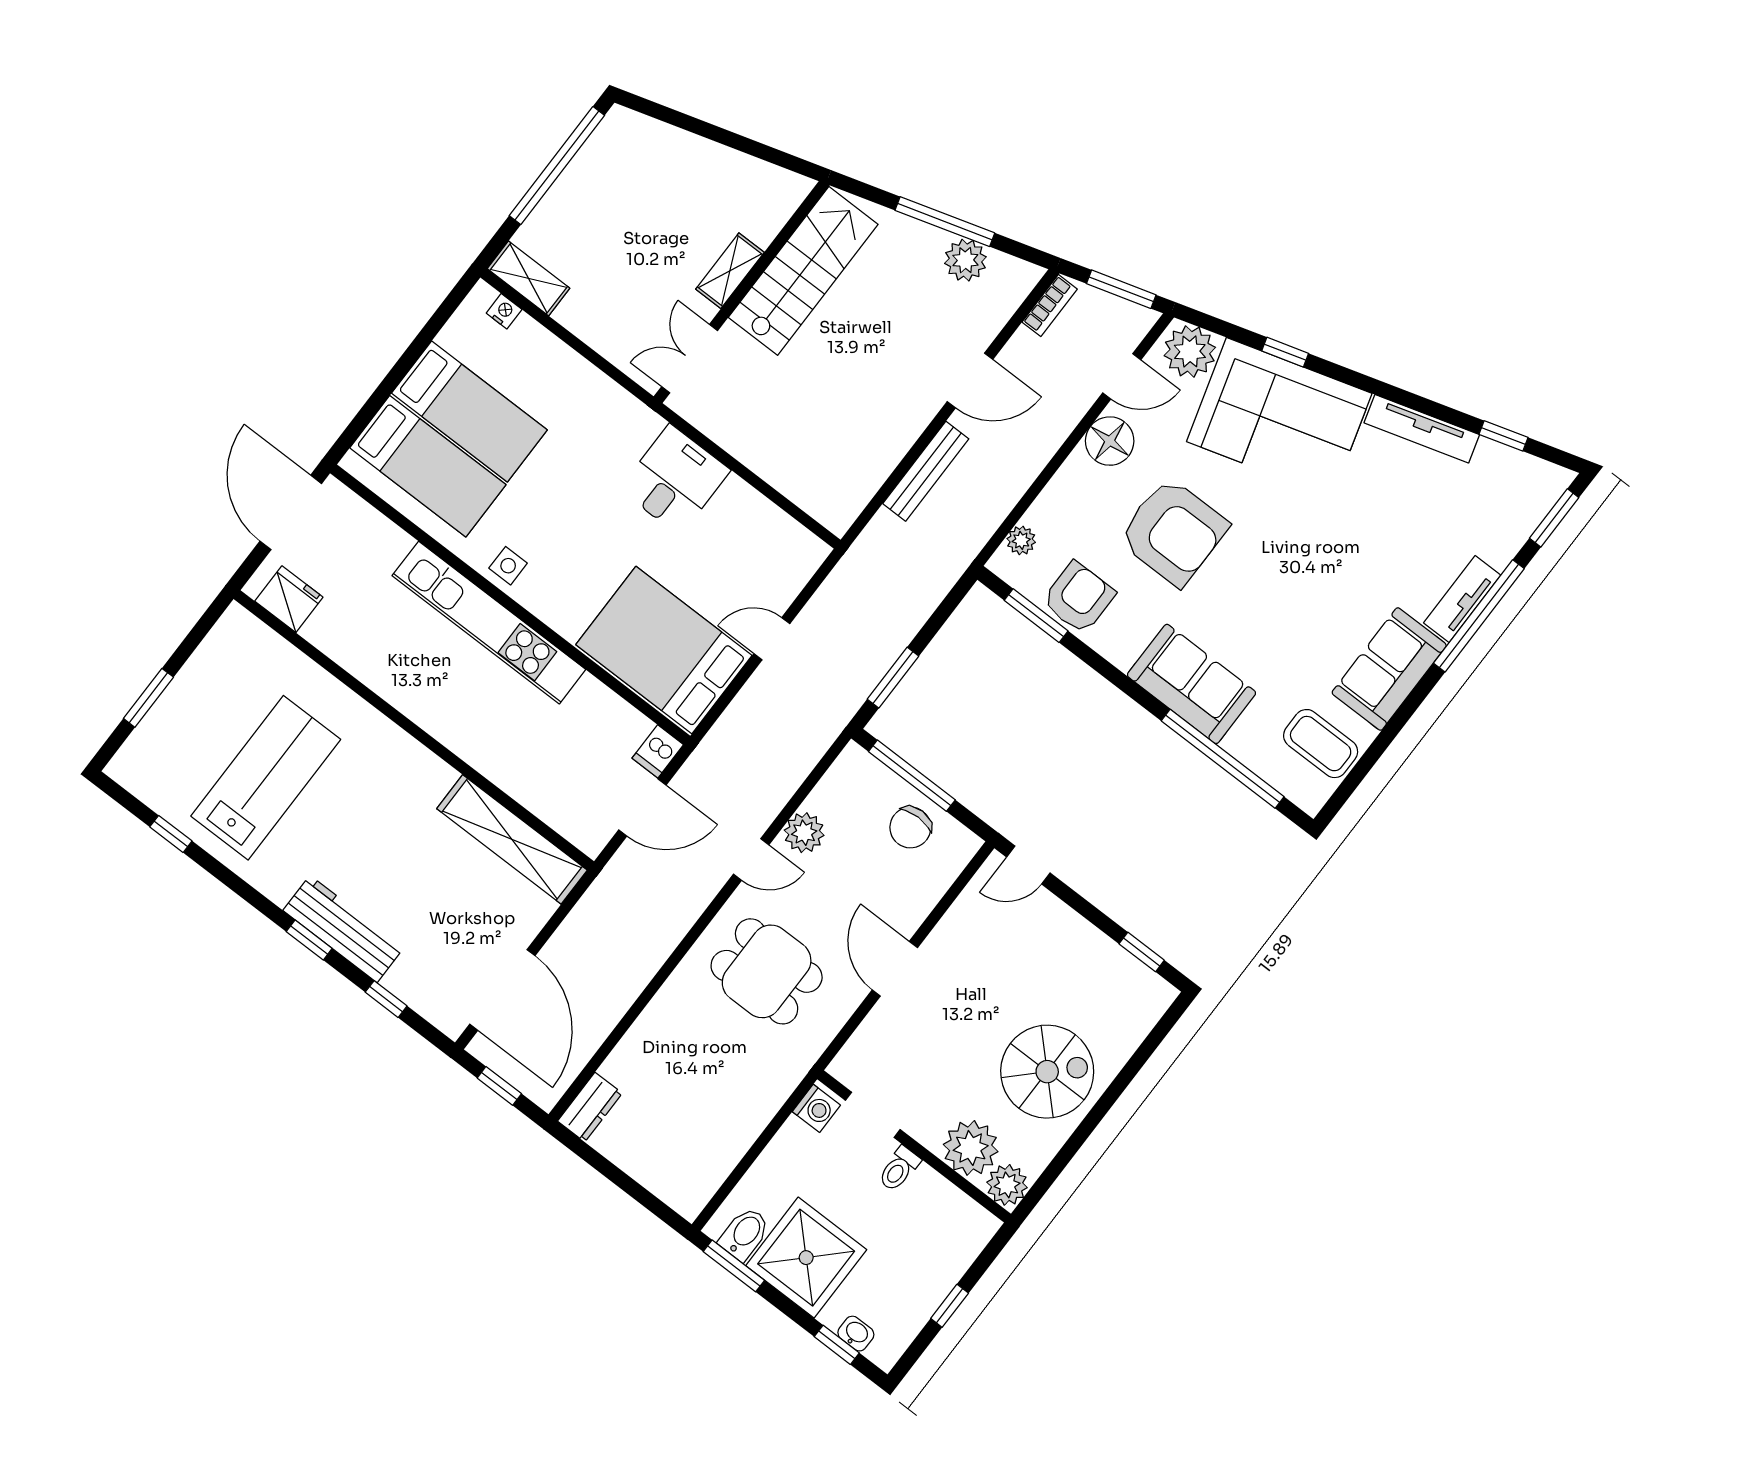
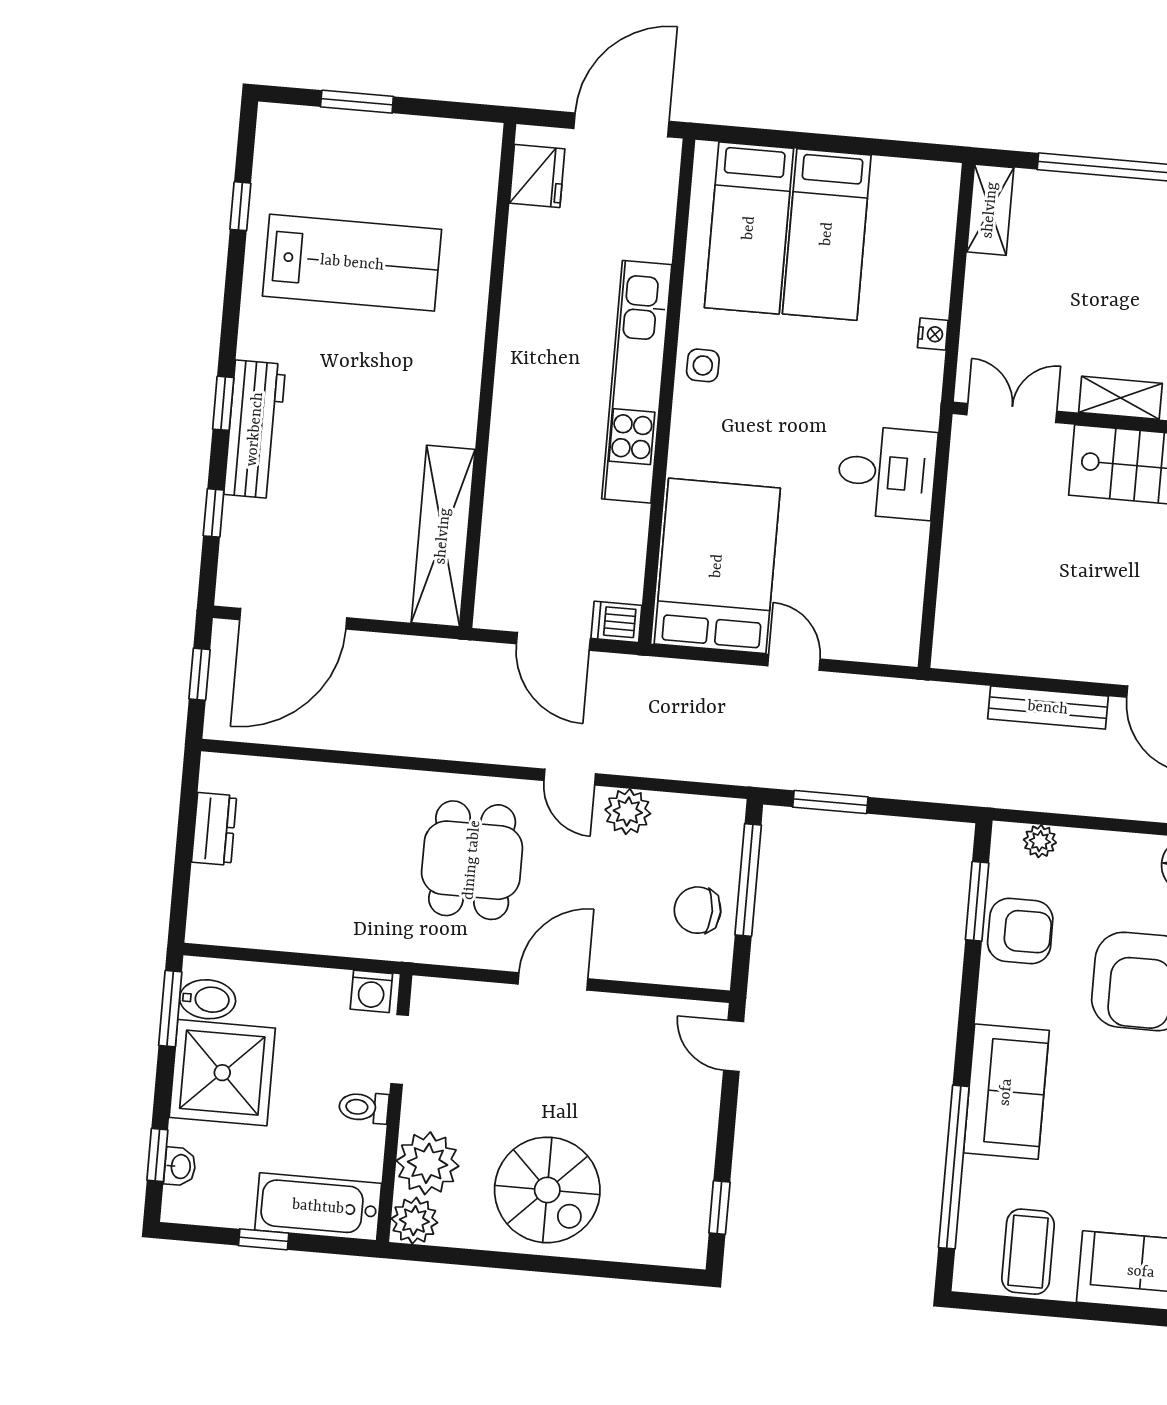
nightstand: (504, 311) -> (933, 334), moved
dresser: (590, 1107) -> (214, 829), moved, turned -90
bathtub: (951, 1250) -> (318, 1207), added

